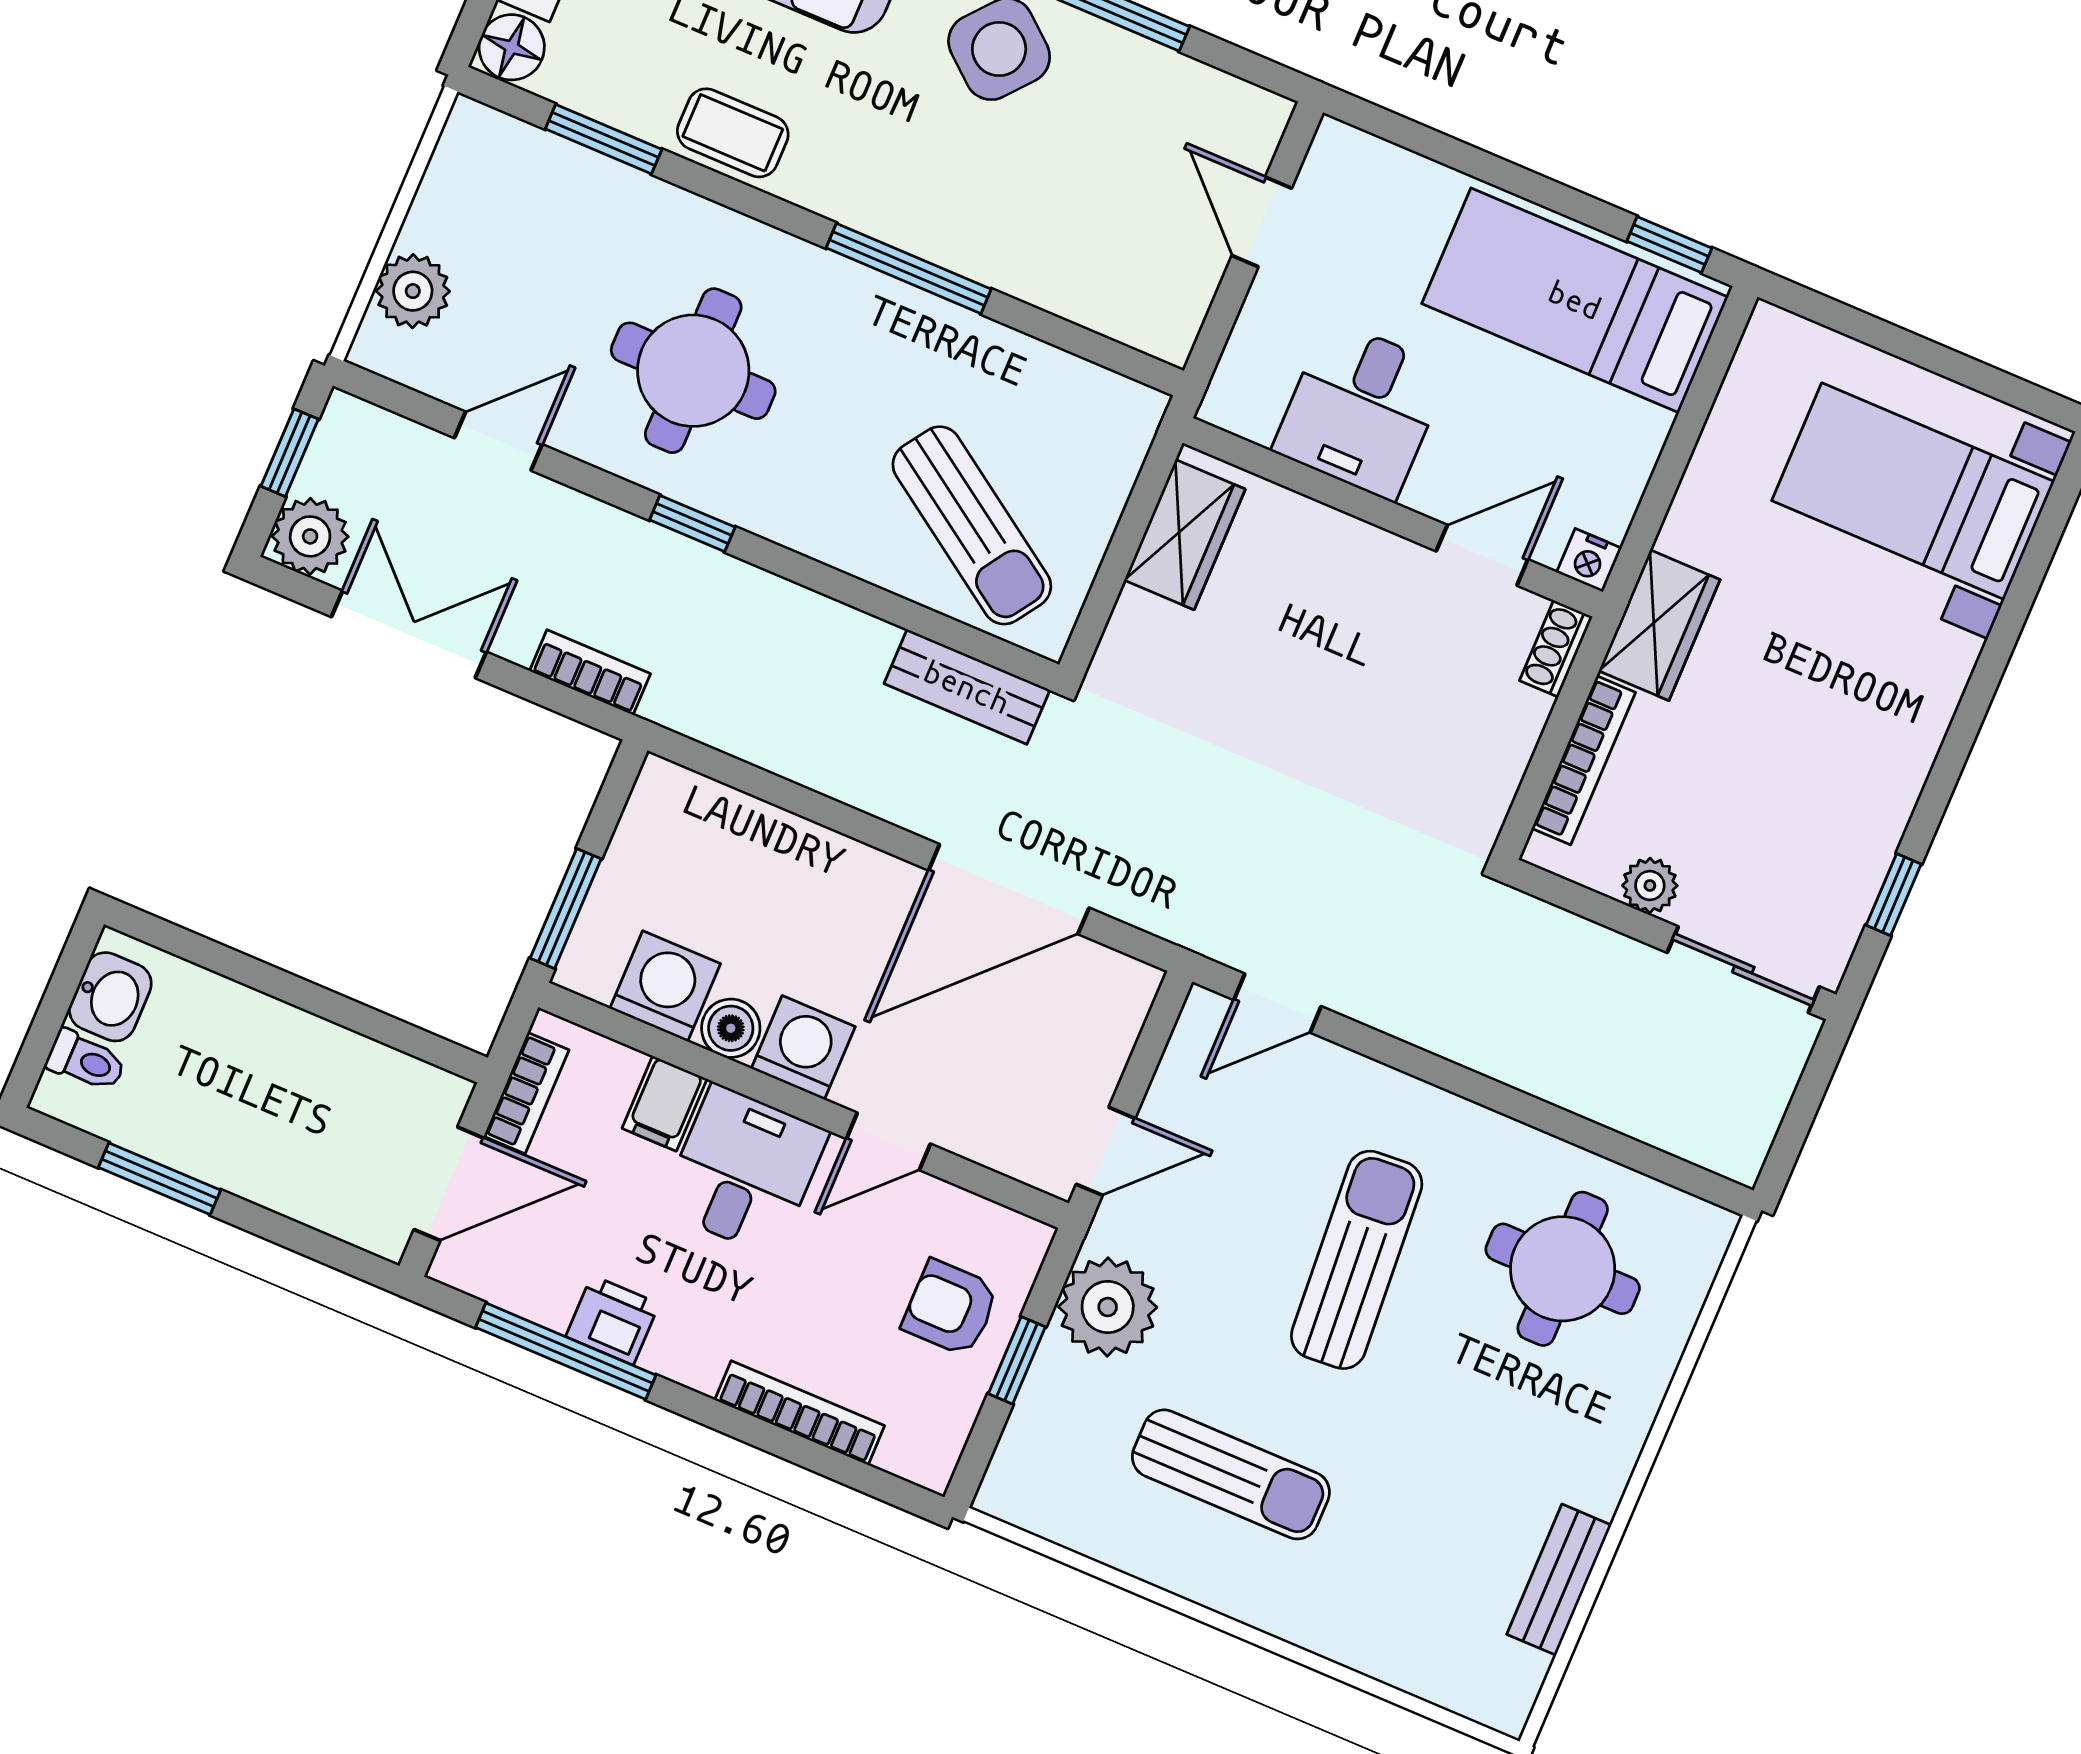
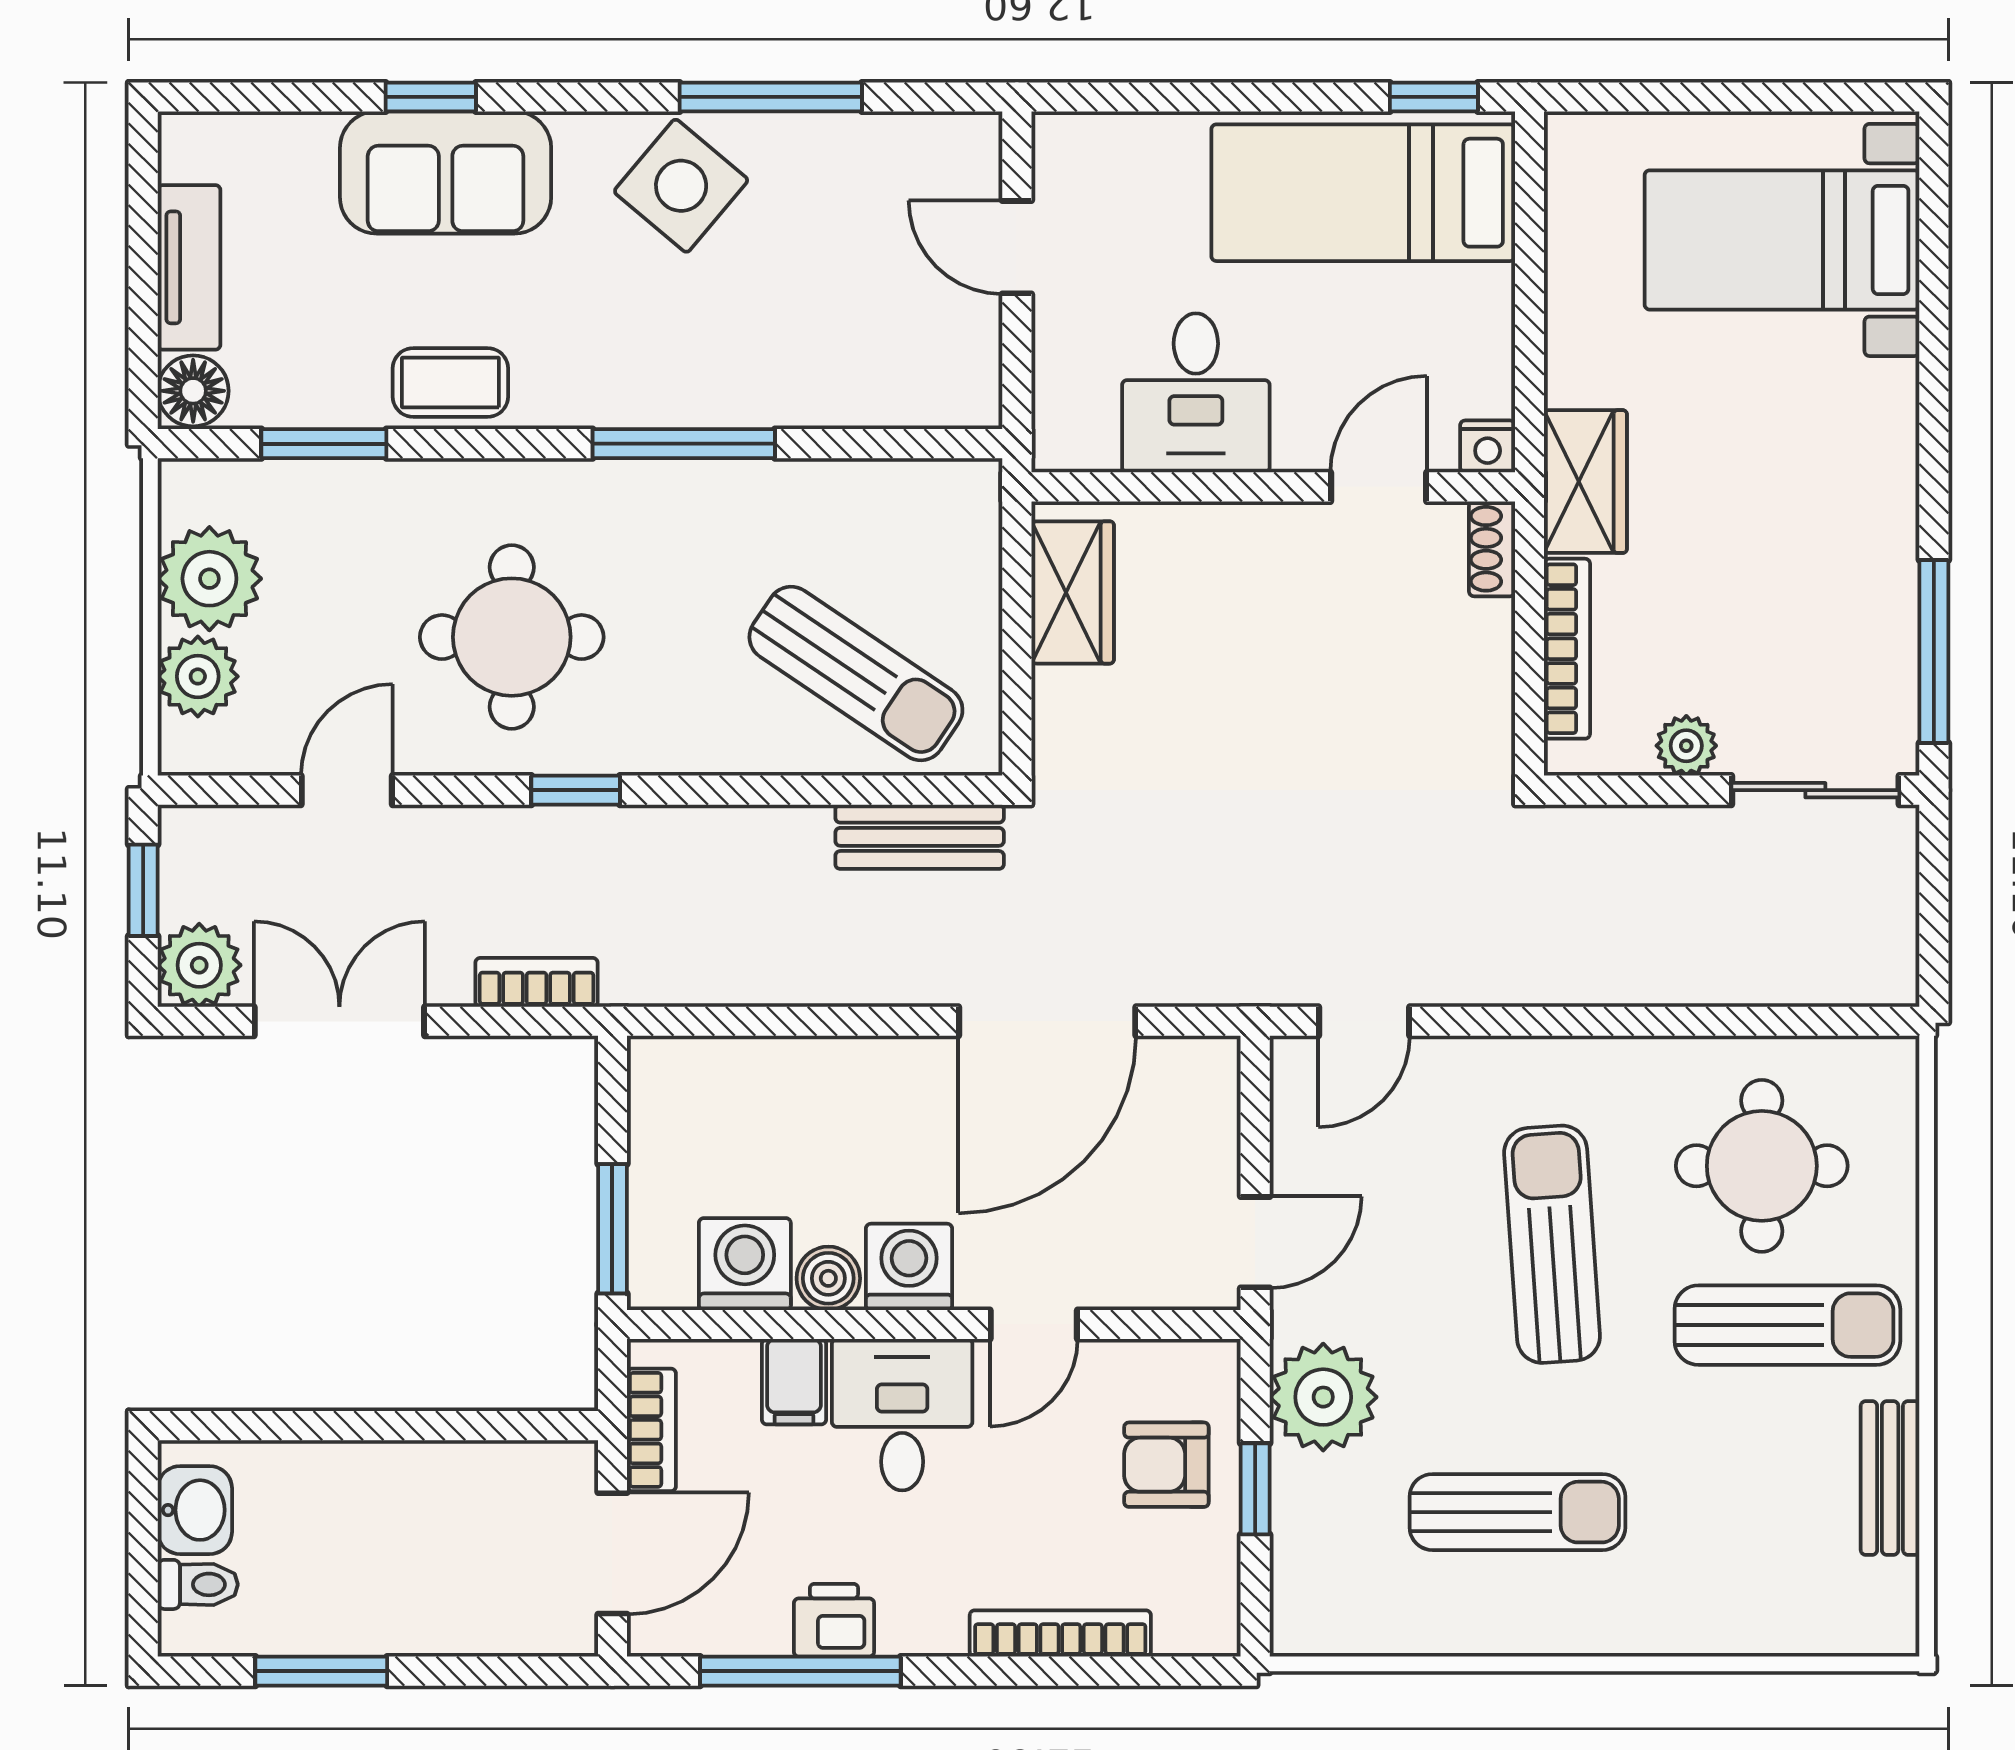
plant: (458, 212) -> (209, 579), added
window: (1894, 895) -> (1934, 651), width x2.17
sun lounger: (1527, 1413) -> (1787, 1325), added

